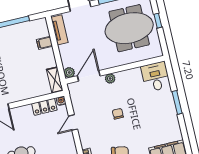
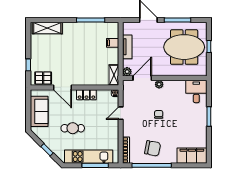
tv unit: (60, 30) -> (127, 47), moved
locker: (44, 107) -> (86, 95), moved

